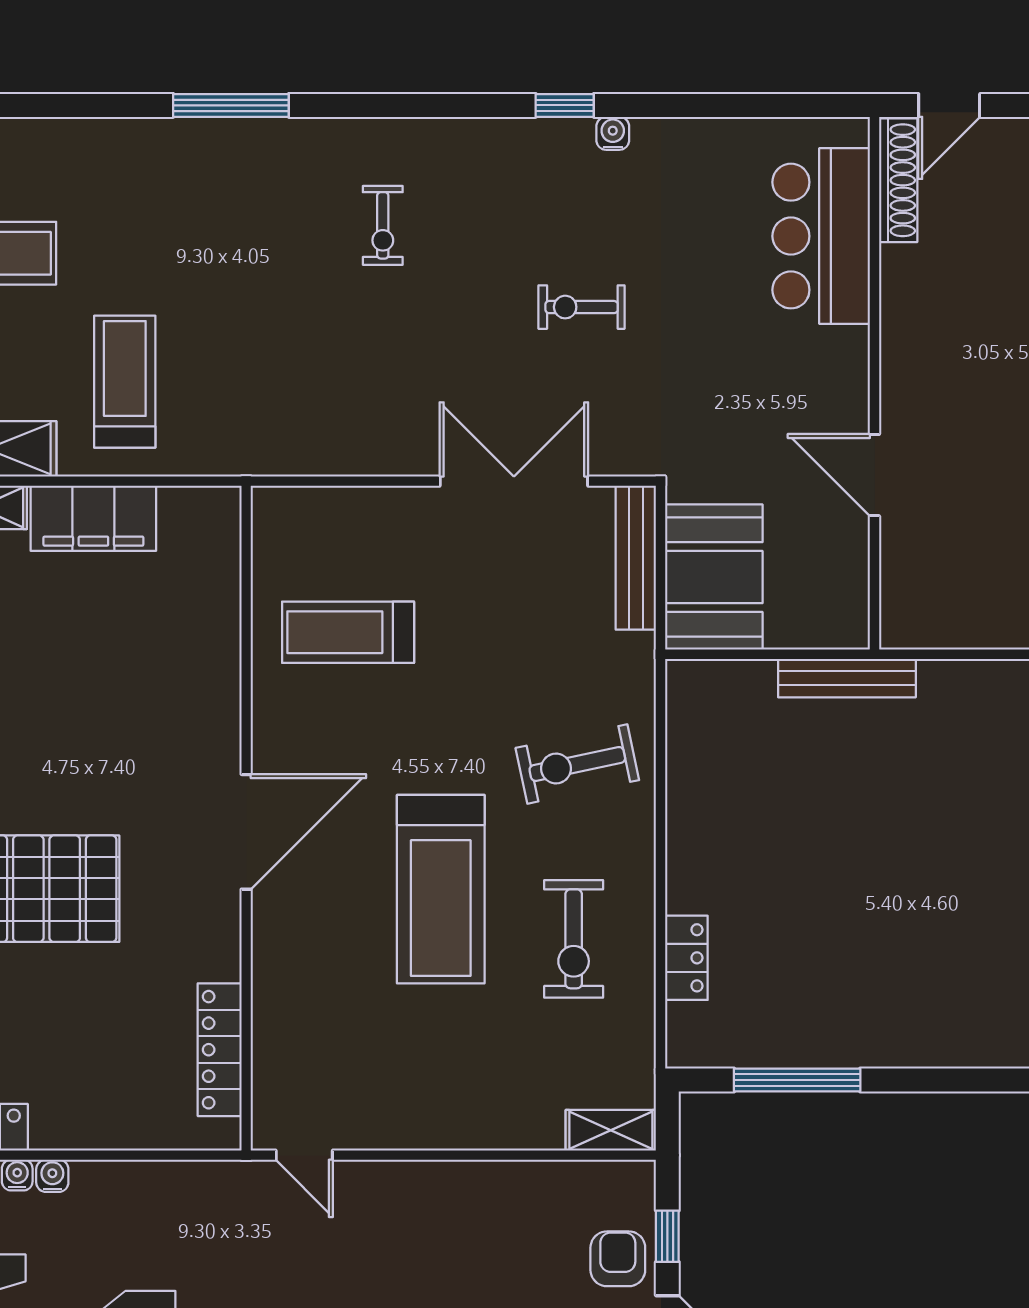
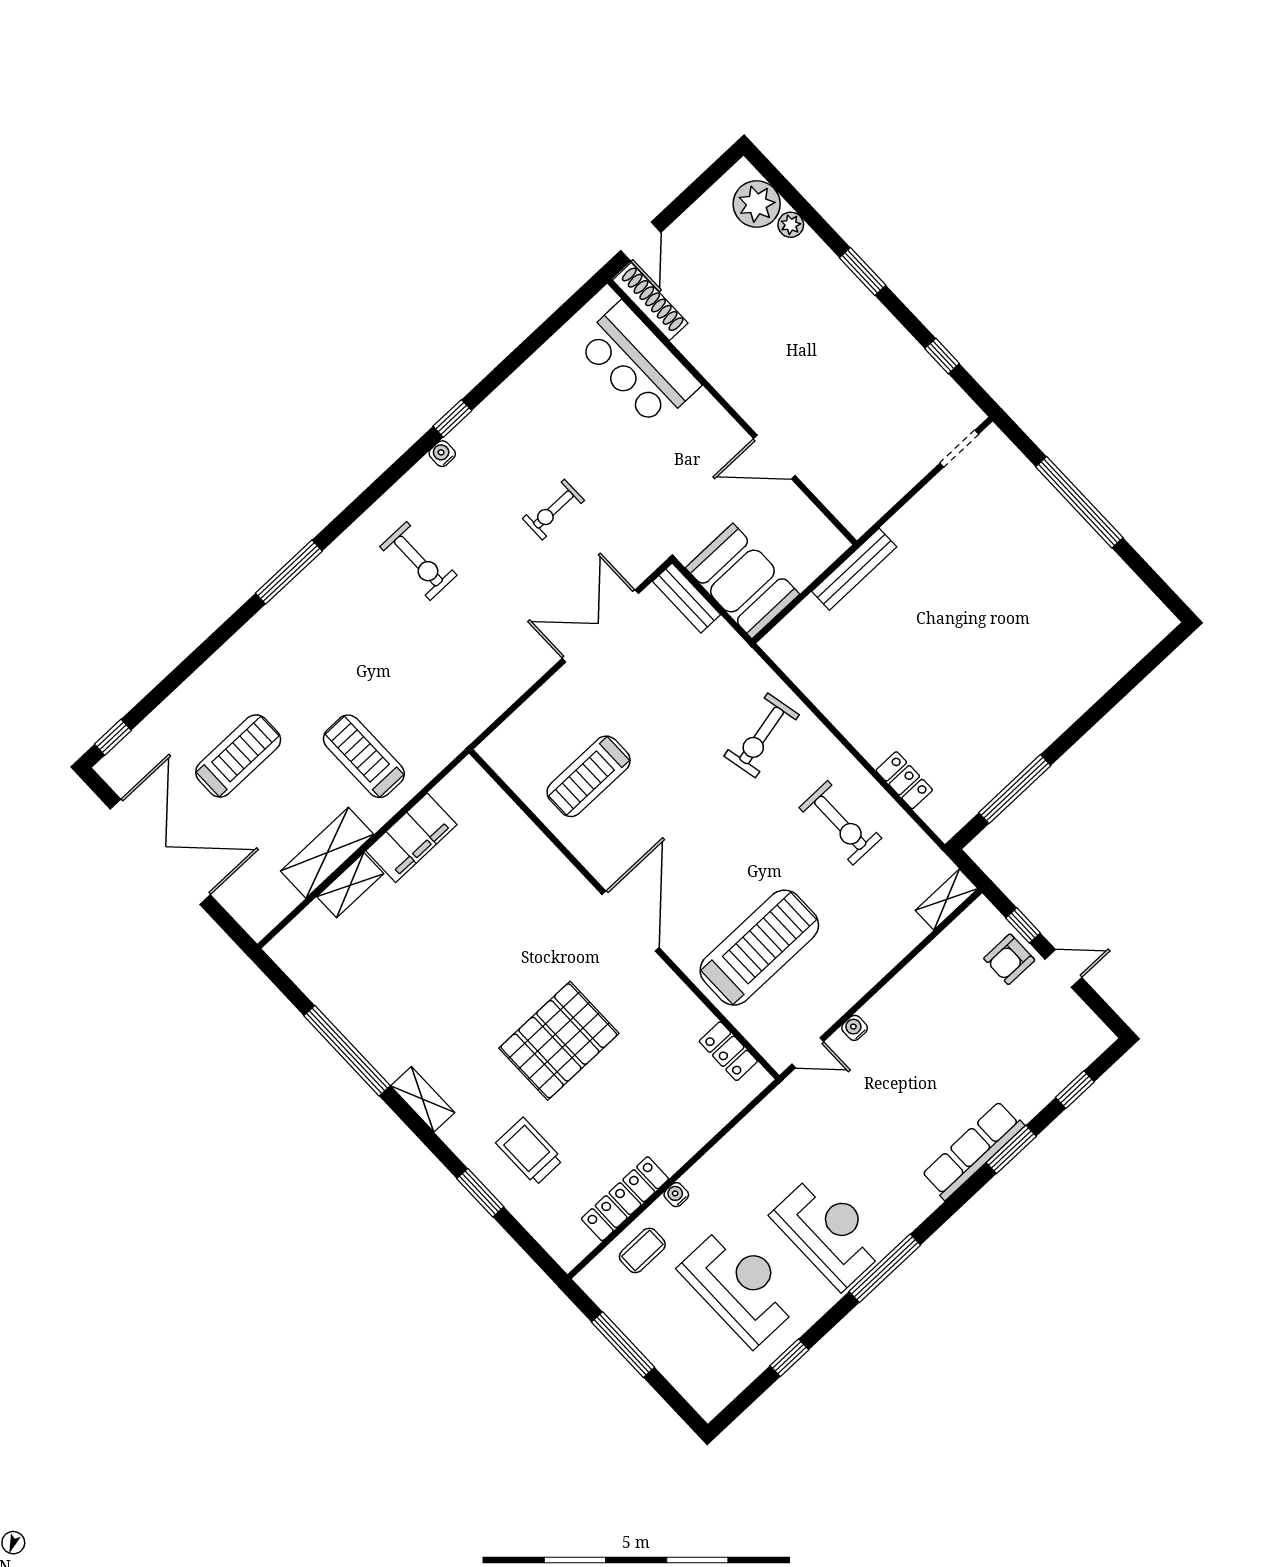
water cooler: (613, 133) -> (442, 454), moved
exercise bike: (383, 225) -> (418, 561), width x1.38, depth x1.39
bench: (636, 558) -> (686, 598), width x0.73
treadmill: (441, 889) -> (759, 948), moved, turned -90
locker: (220, 1050) -> (728, 1051), width x0.66
water cooler: (52, 1176) -> (855, 1028), moved
armchair: (618, 1259) -> (1009, 959), turned -90

